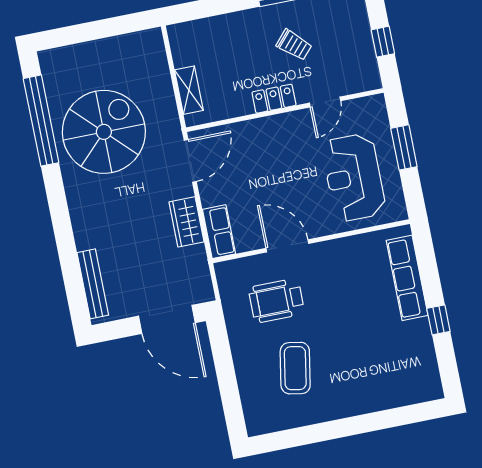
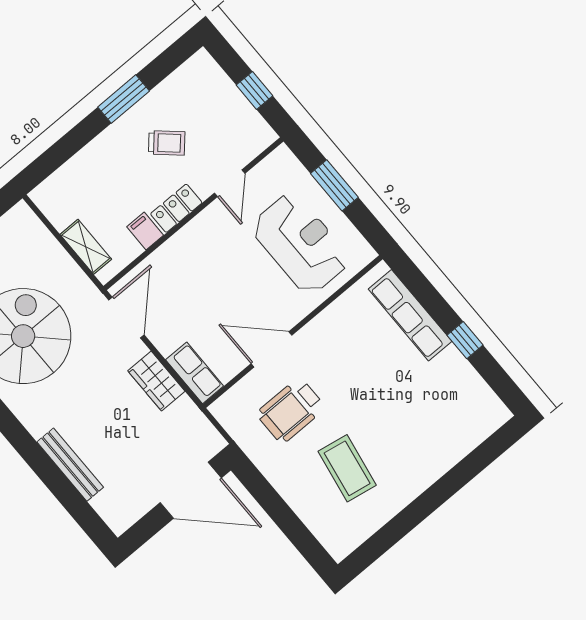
filing cabinet: (241, 103) -> (145, 231), added
reception desk: (354, 177) -> (300, 244), turned 180
bench: (93, 284) -> (70, 465), moved

